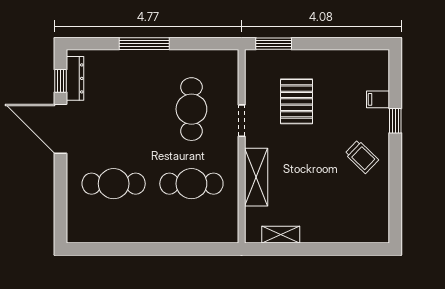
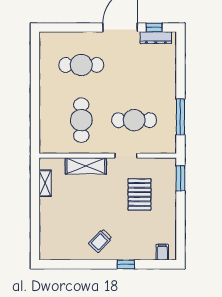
window: (144, 44) -> (180, 117), moved
filing cabinet: (378, 99) -> (162, 252), moved
pallet: (296, 101) -> (139, 194), turned 90
cafe table: (114, 184) -> (81, 65), turned 90

